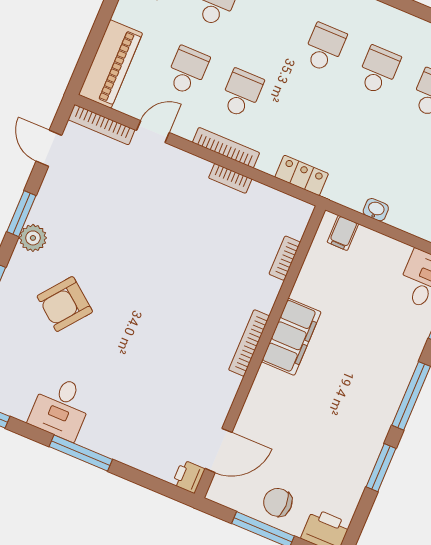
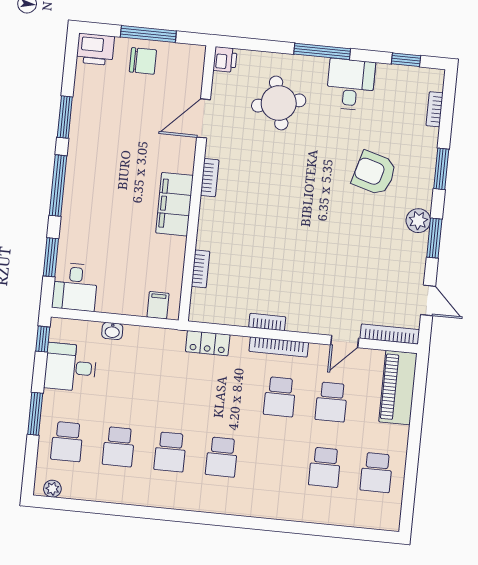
washbasin: (376, 210) -> (112, 331), moved
armchair: (65, 304) -> (374, 173), turned -112
bookcase: (249, 343) -> (210, 178), width x0.64
round table: (145, 412) -> (279, 103), added
door: (218, 450) -> (204, 118), moved

